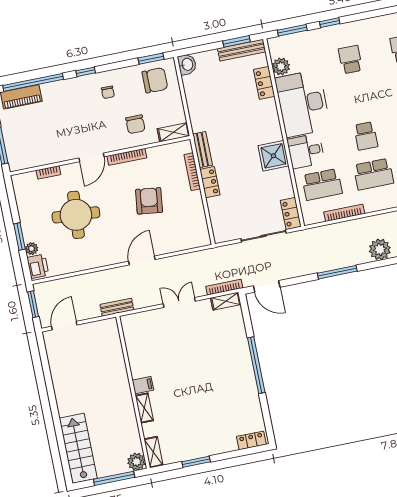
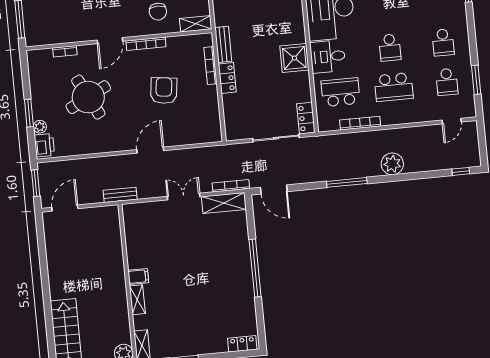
school desk: (322, 185) -> (341, 92), turned 180
round table: (76, 215) -> (88, 97), turned -31
shelving: (226, 301) -> (224, 203), width x1.50, depth x1.33

